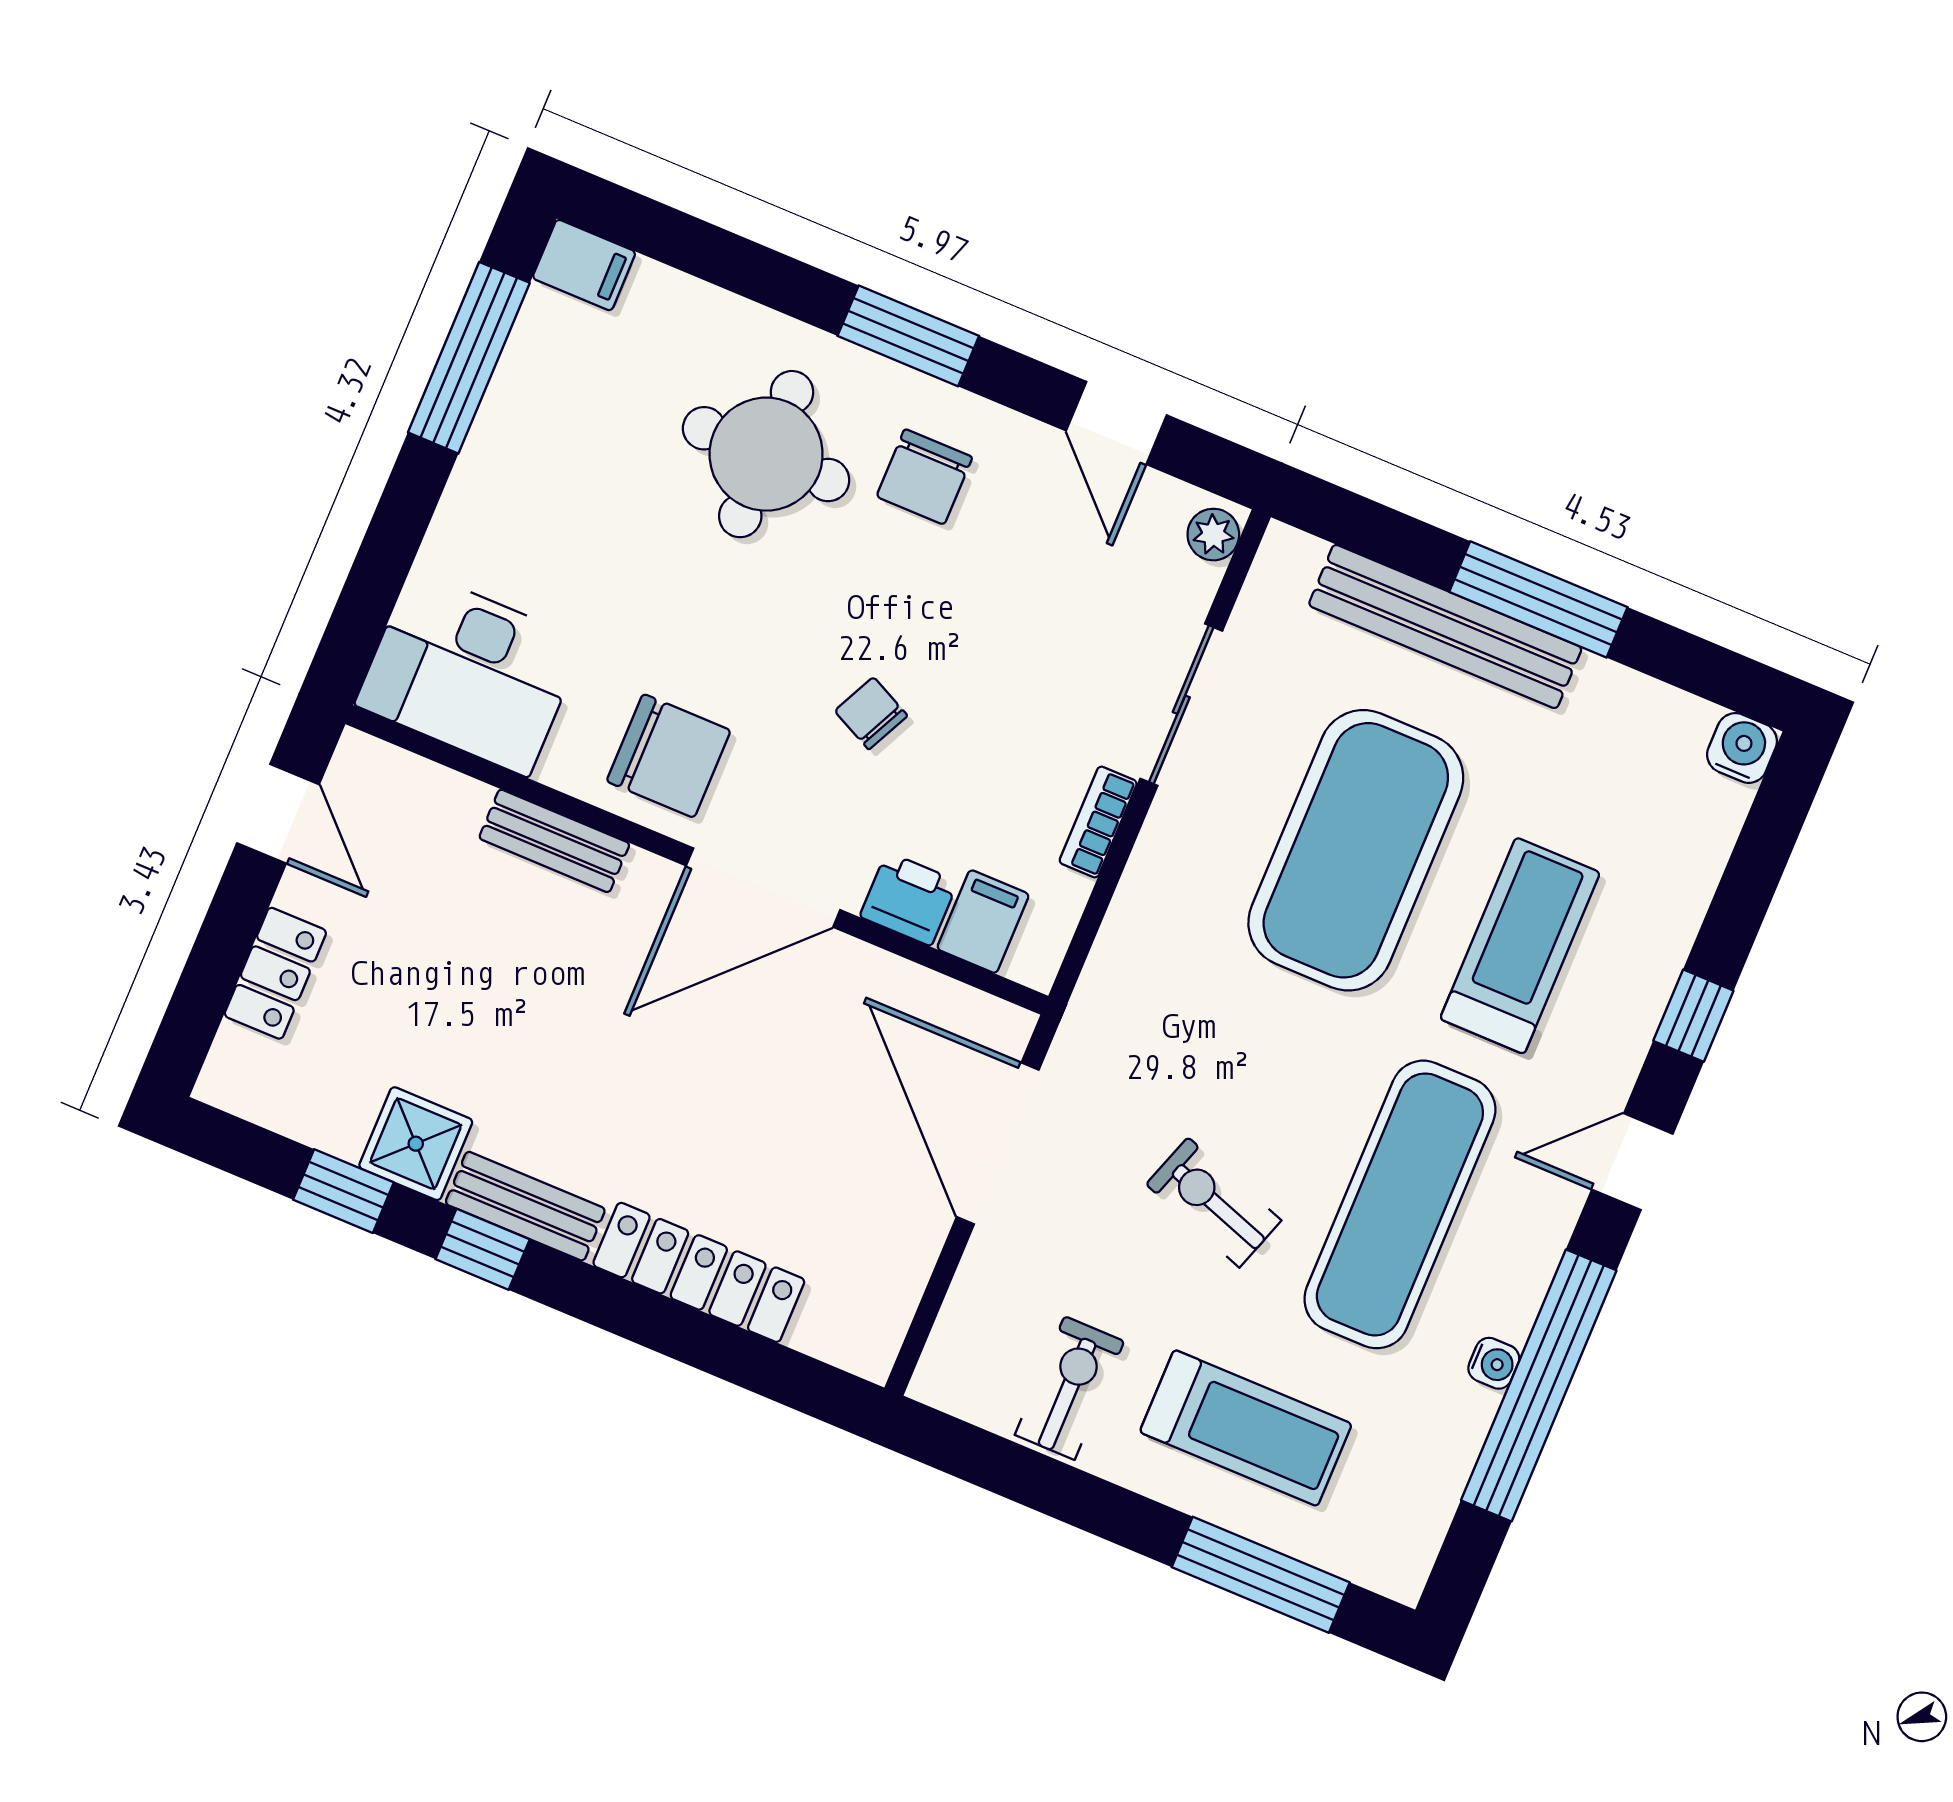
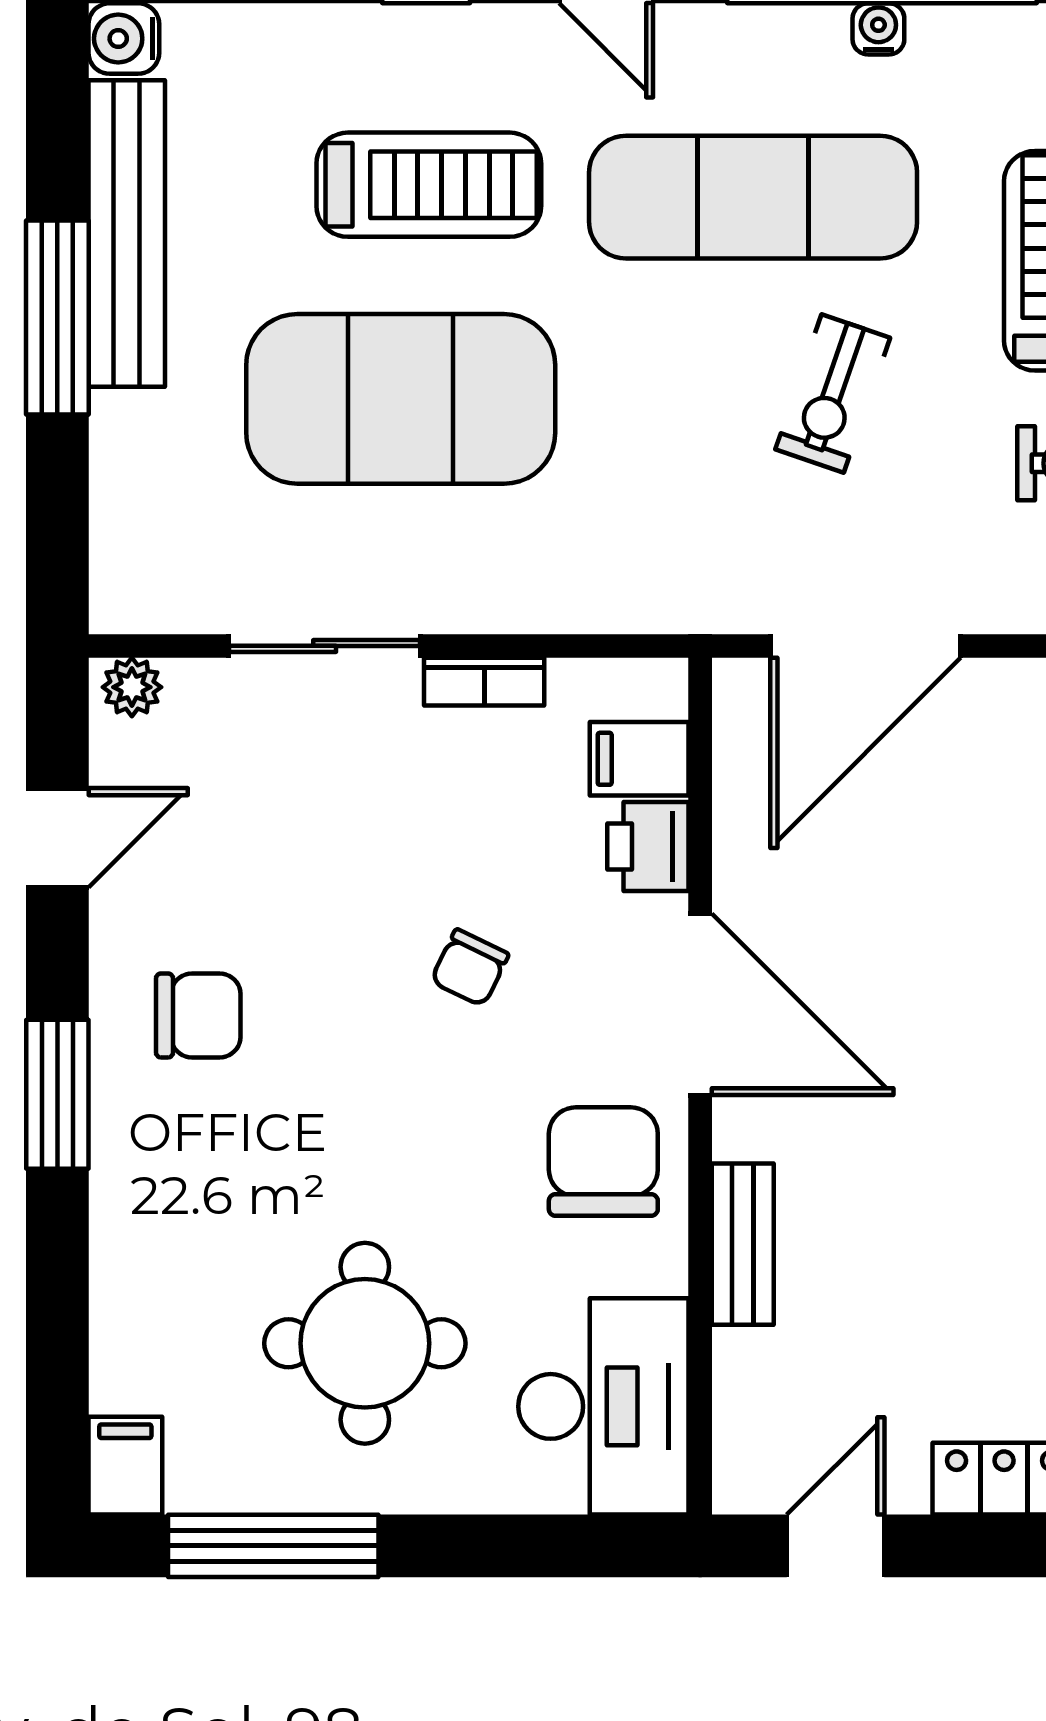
round table: (766, 454) -> (365, 1343), moved
bench: (1445, 627) -> (127, 233), moved
treadmill: (1520, 946) -> (429, 185), turned 180

